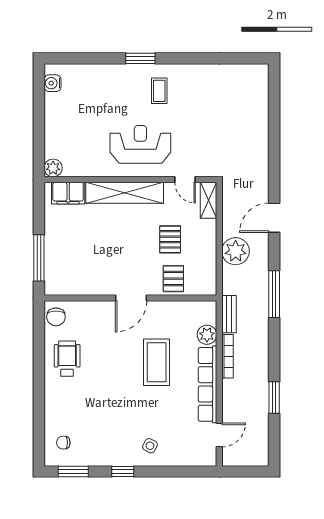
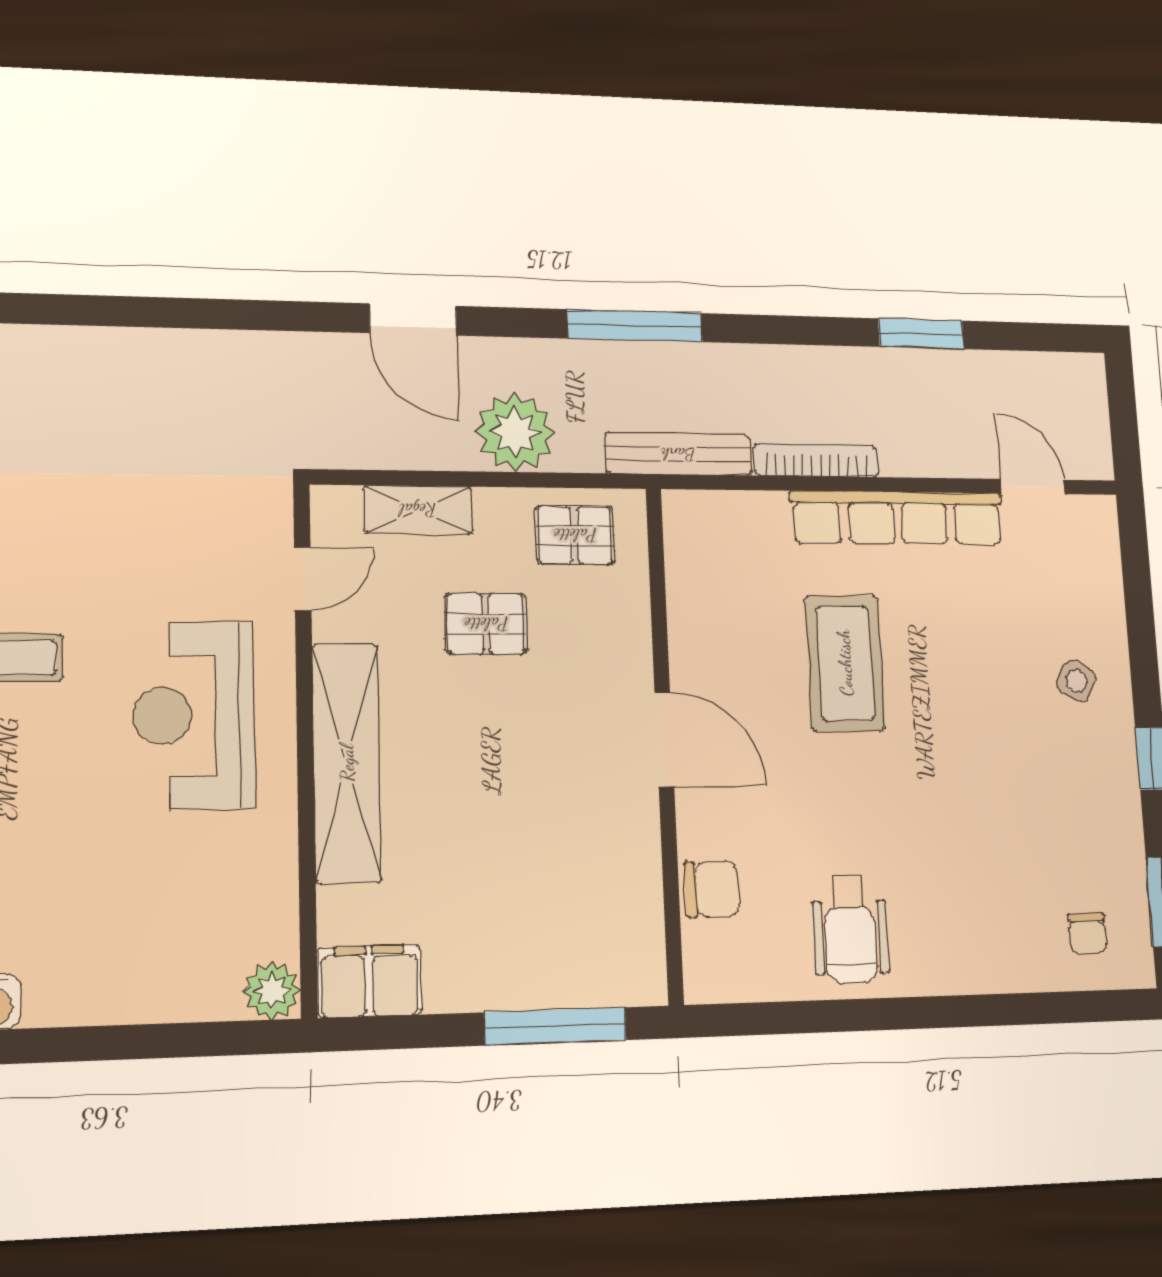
filing cabinet: (68, 193) -> (369, 981), moved, turned -90
shelving: (208, 200) -> (418, 510), moved
pallet: (173, 279) -> (575, 535), moved
bench: (229, 314) -> (678, 454), width x1.36
chair: (56, 317) -> (712, 889), moved
plant: (207, 335) -> (759, 518), removed
wheelchair: (67, 359) -> (850, 929), turned -90
coffee table: (157, 362) -> (845, 663), turned 90

